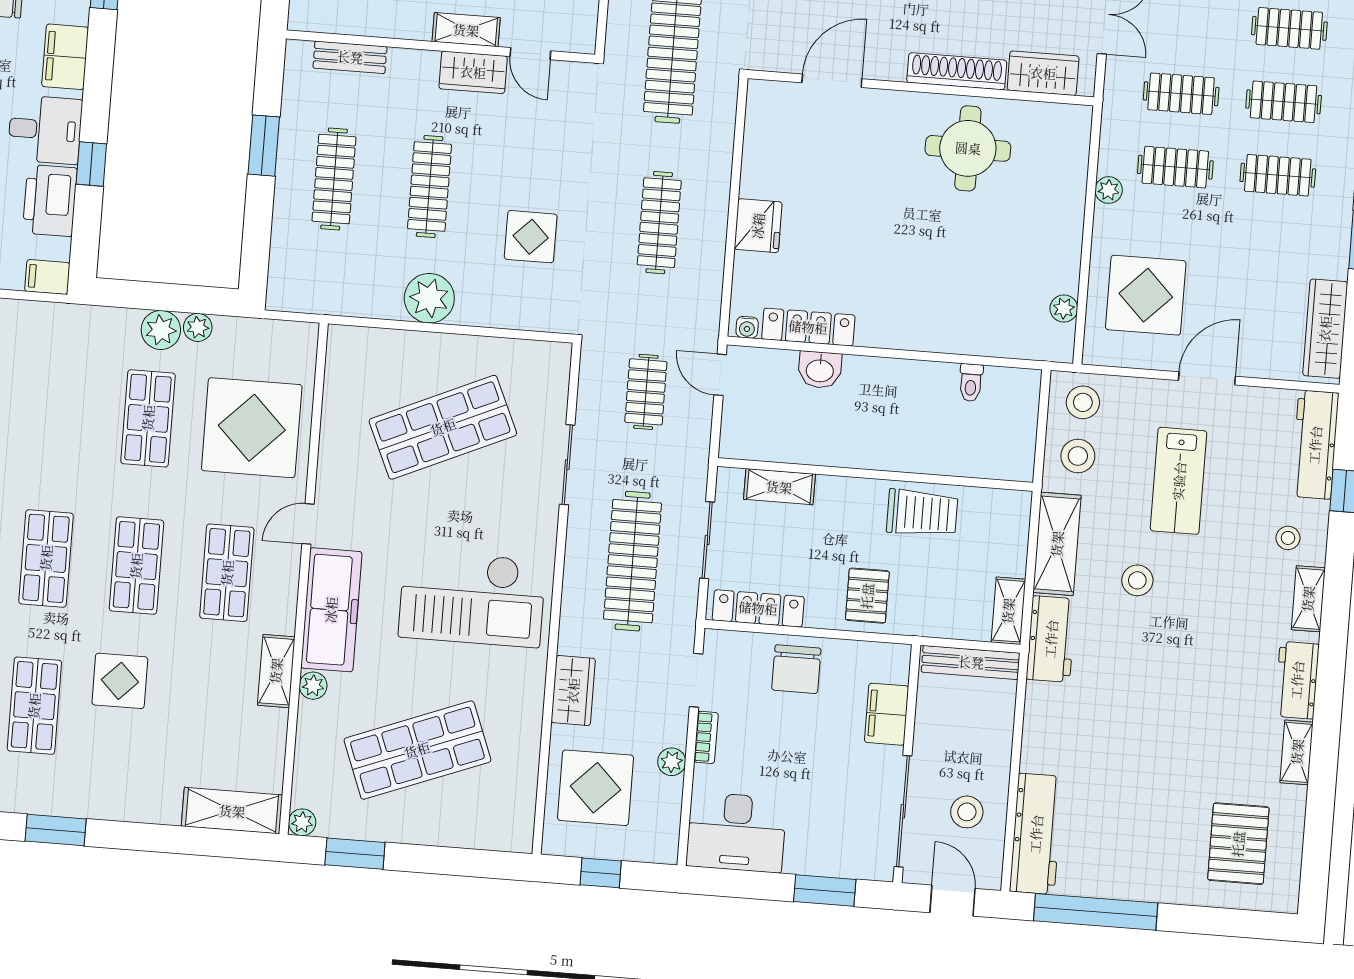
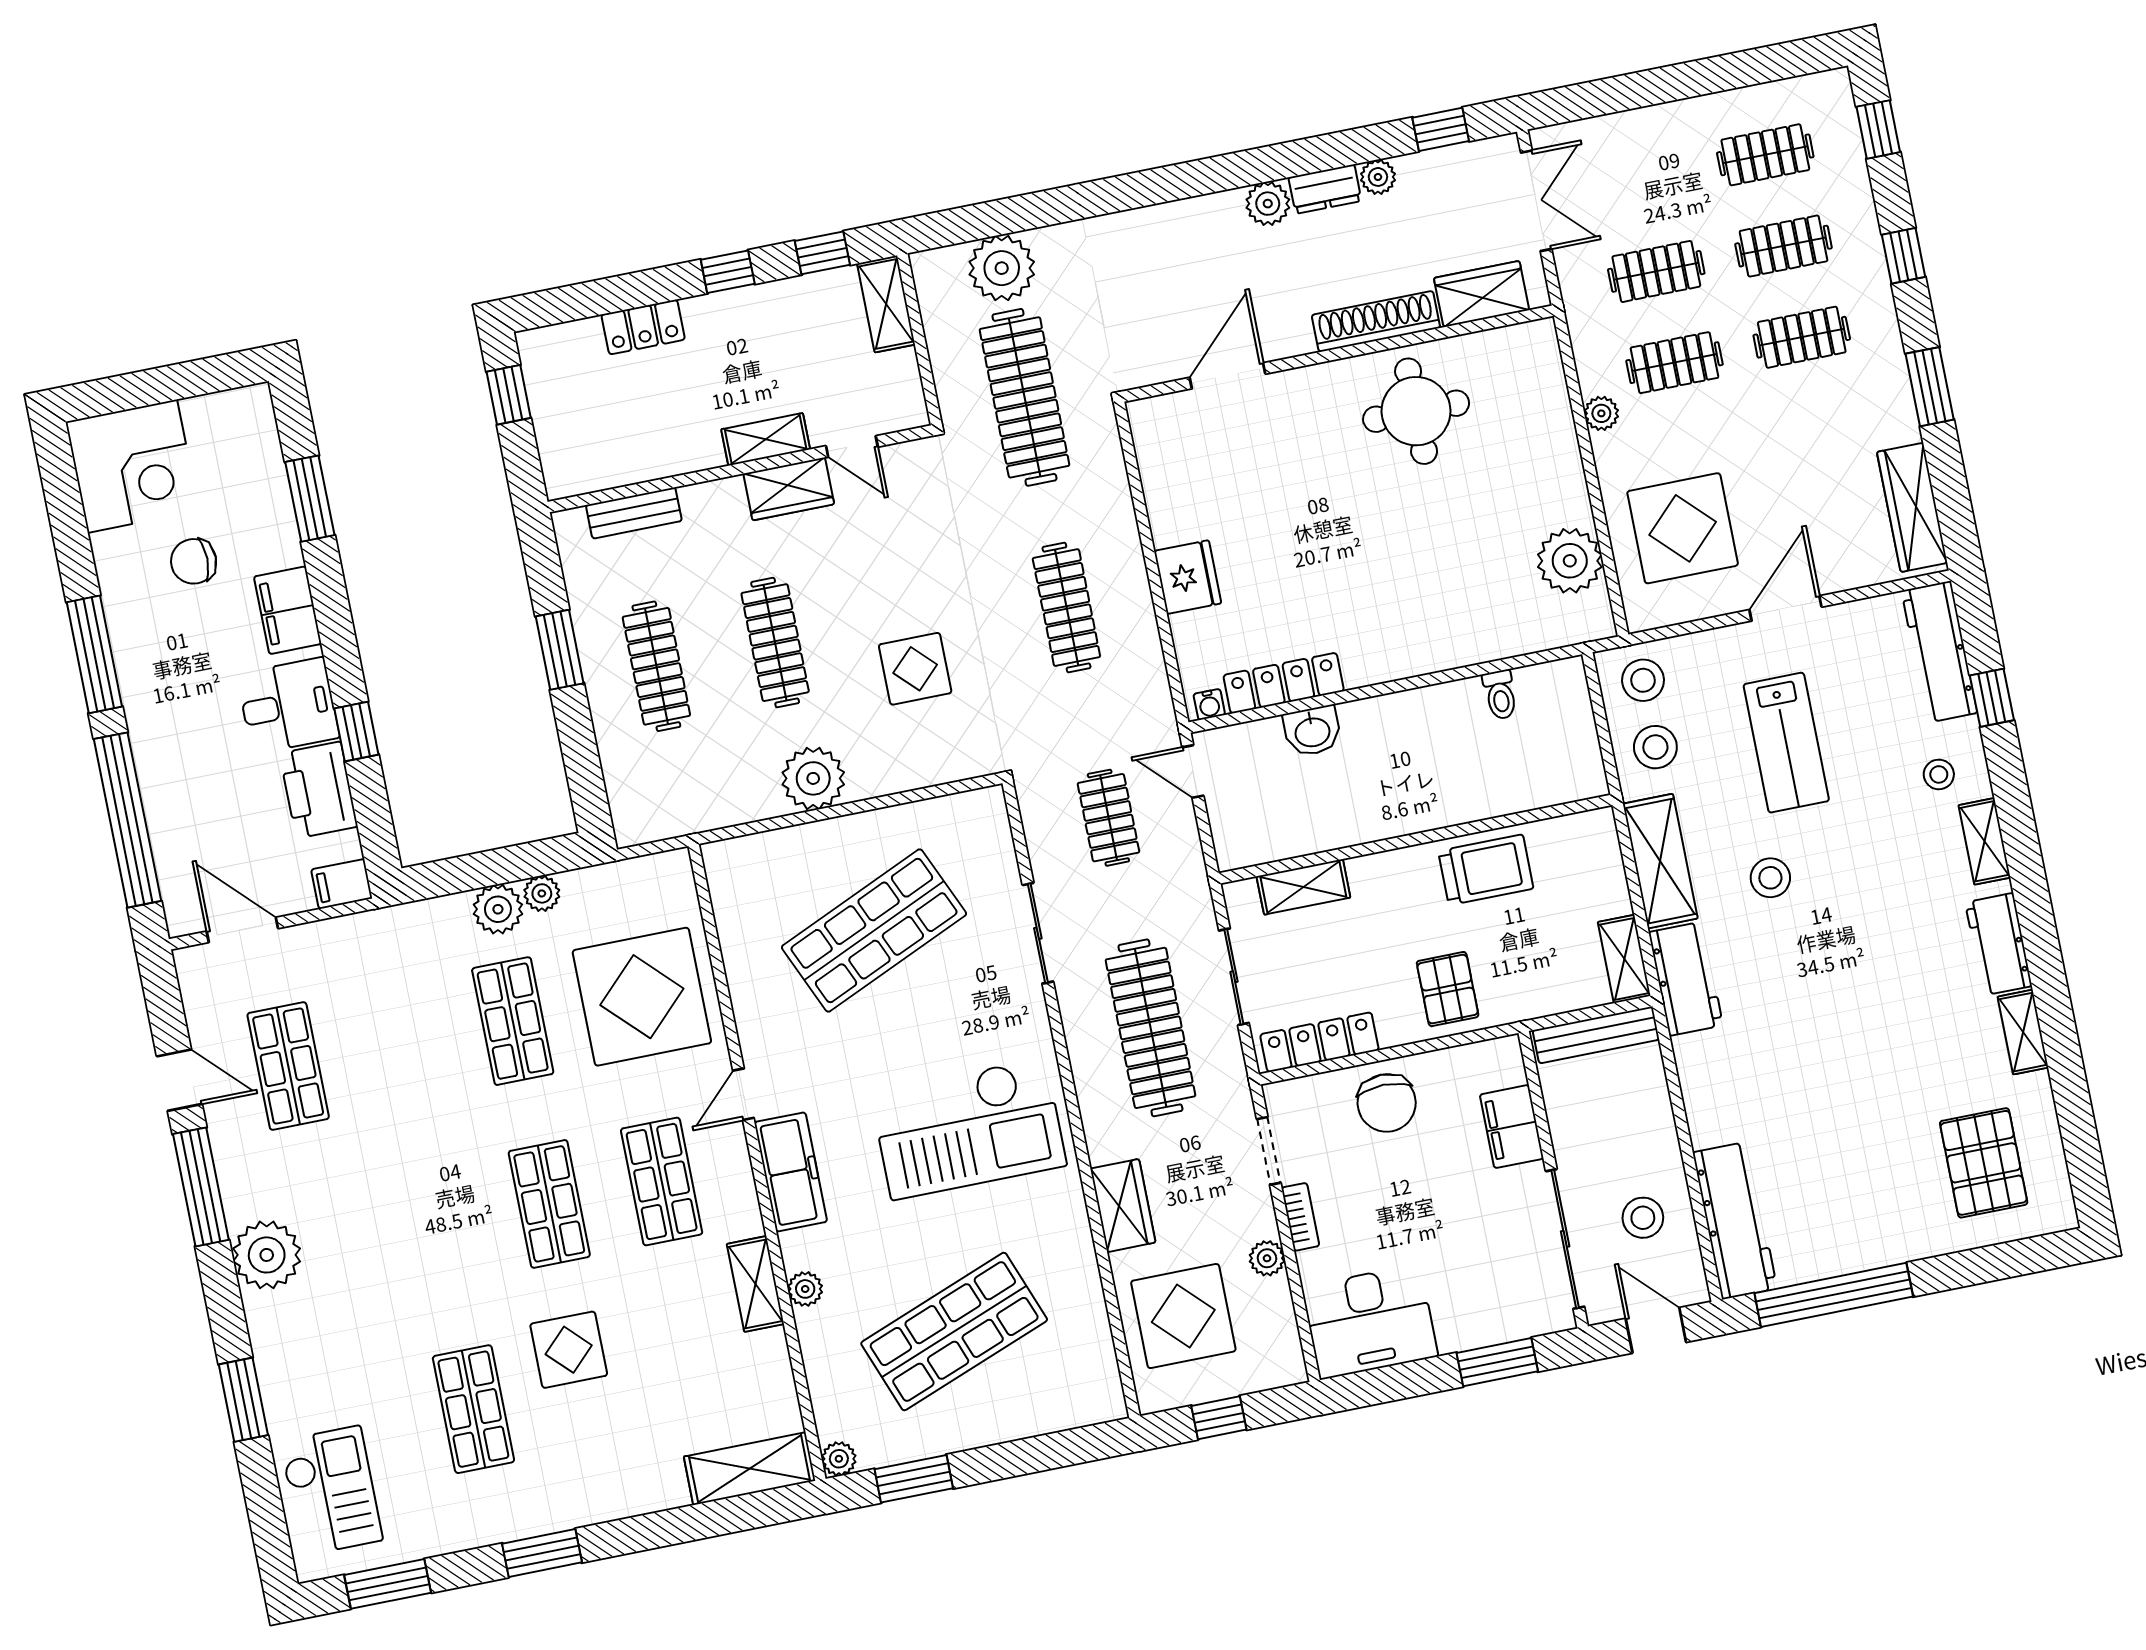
plant: (1064, 308) -> (1570, 561), width x1.87, depth x1.87
shop shelf: (46, 558) -> (437, 1226), removed
freezer: (331, 610) -> (791, 1172), width x0.73, depth x0.79

